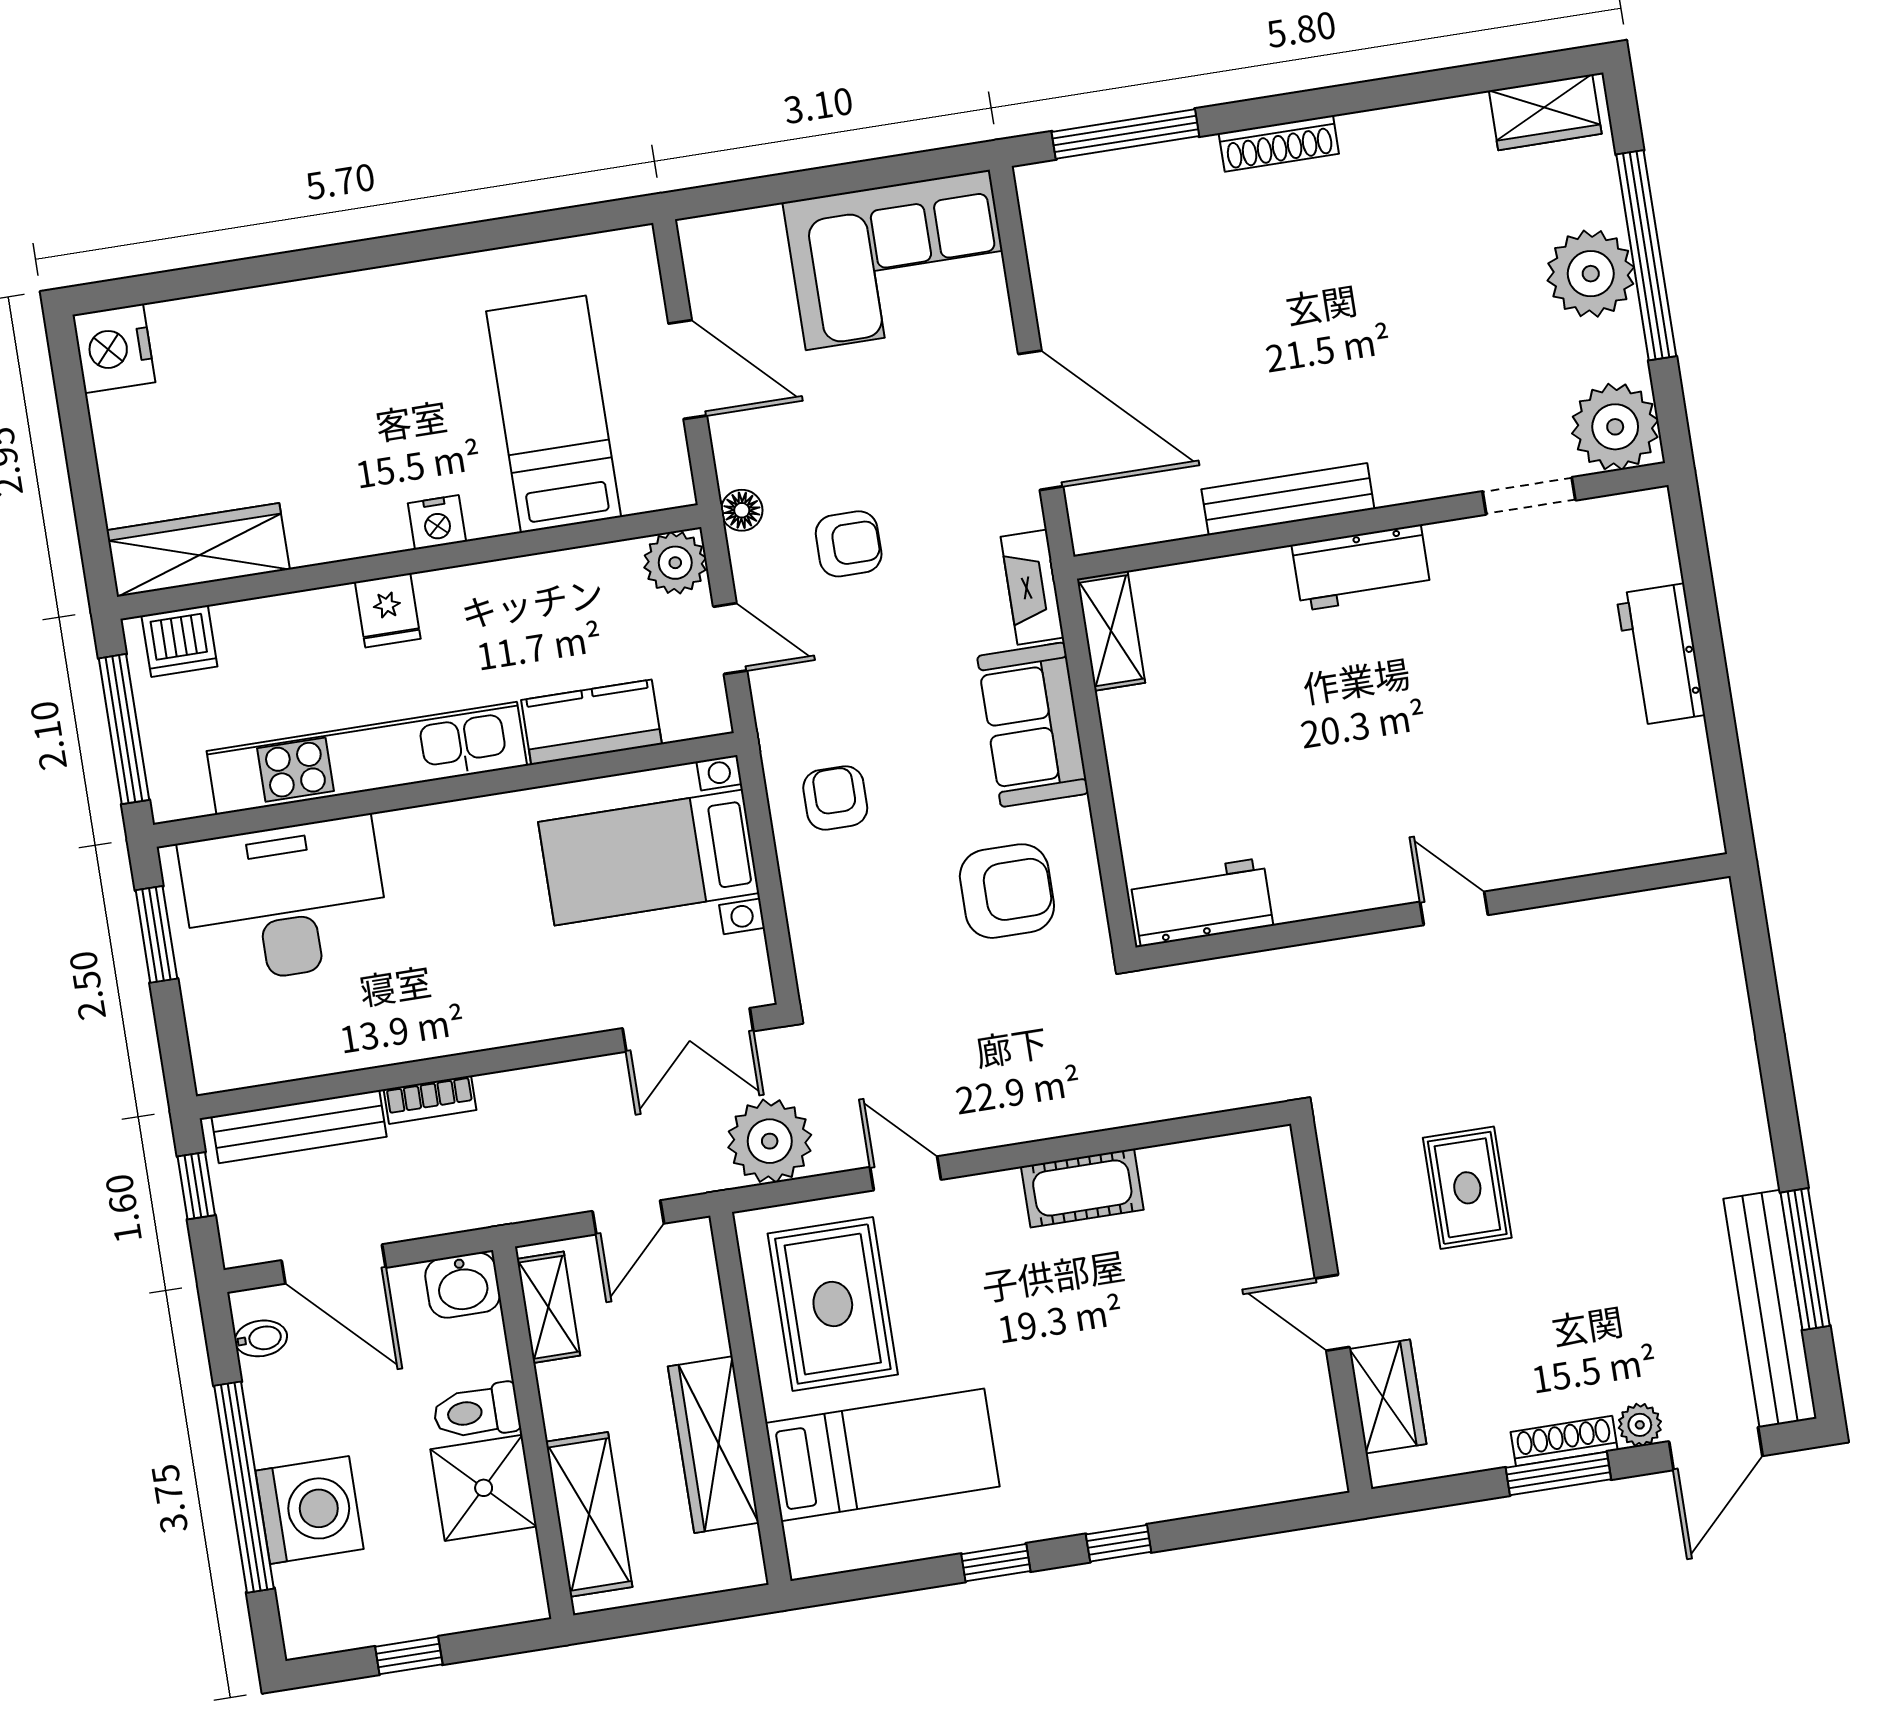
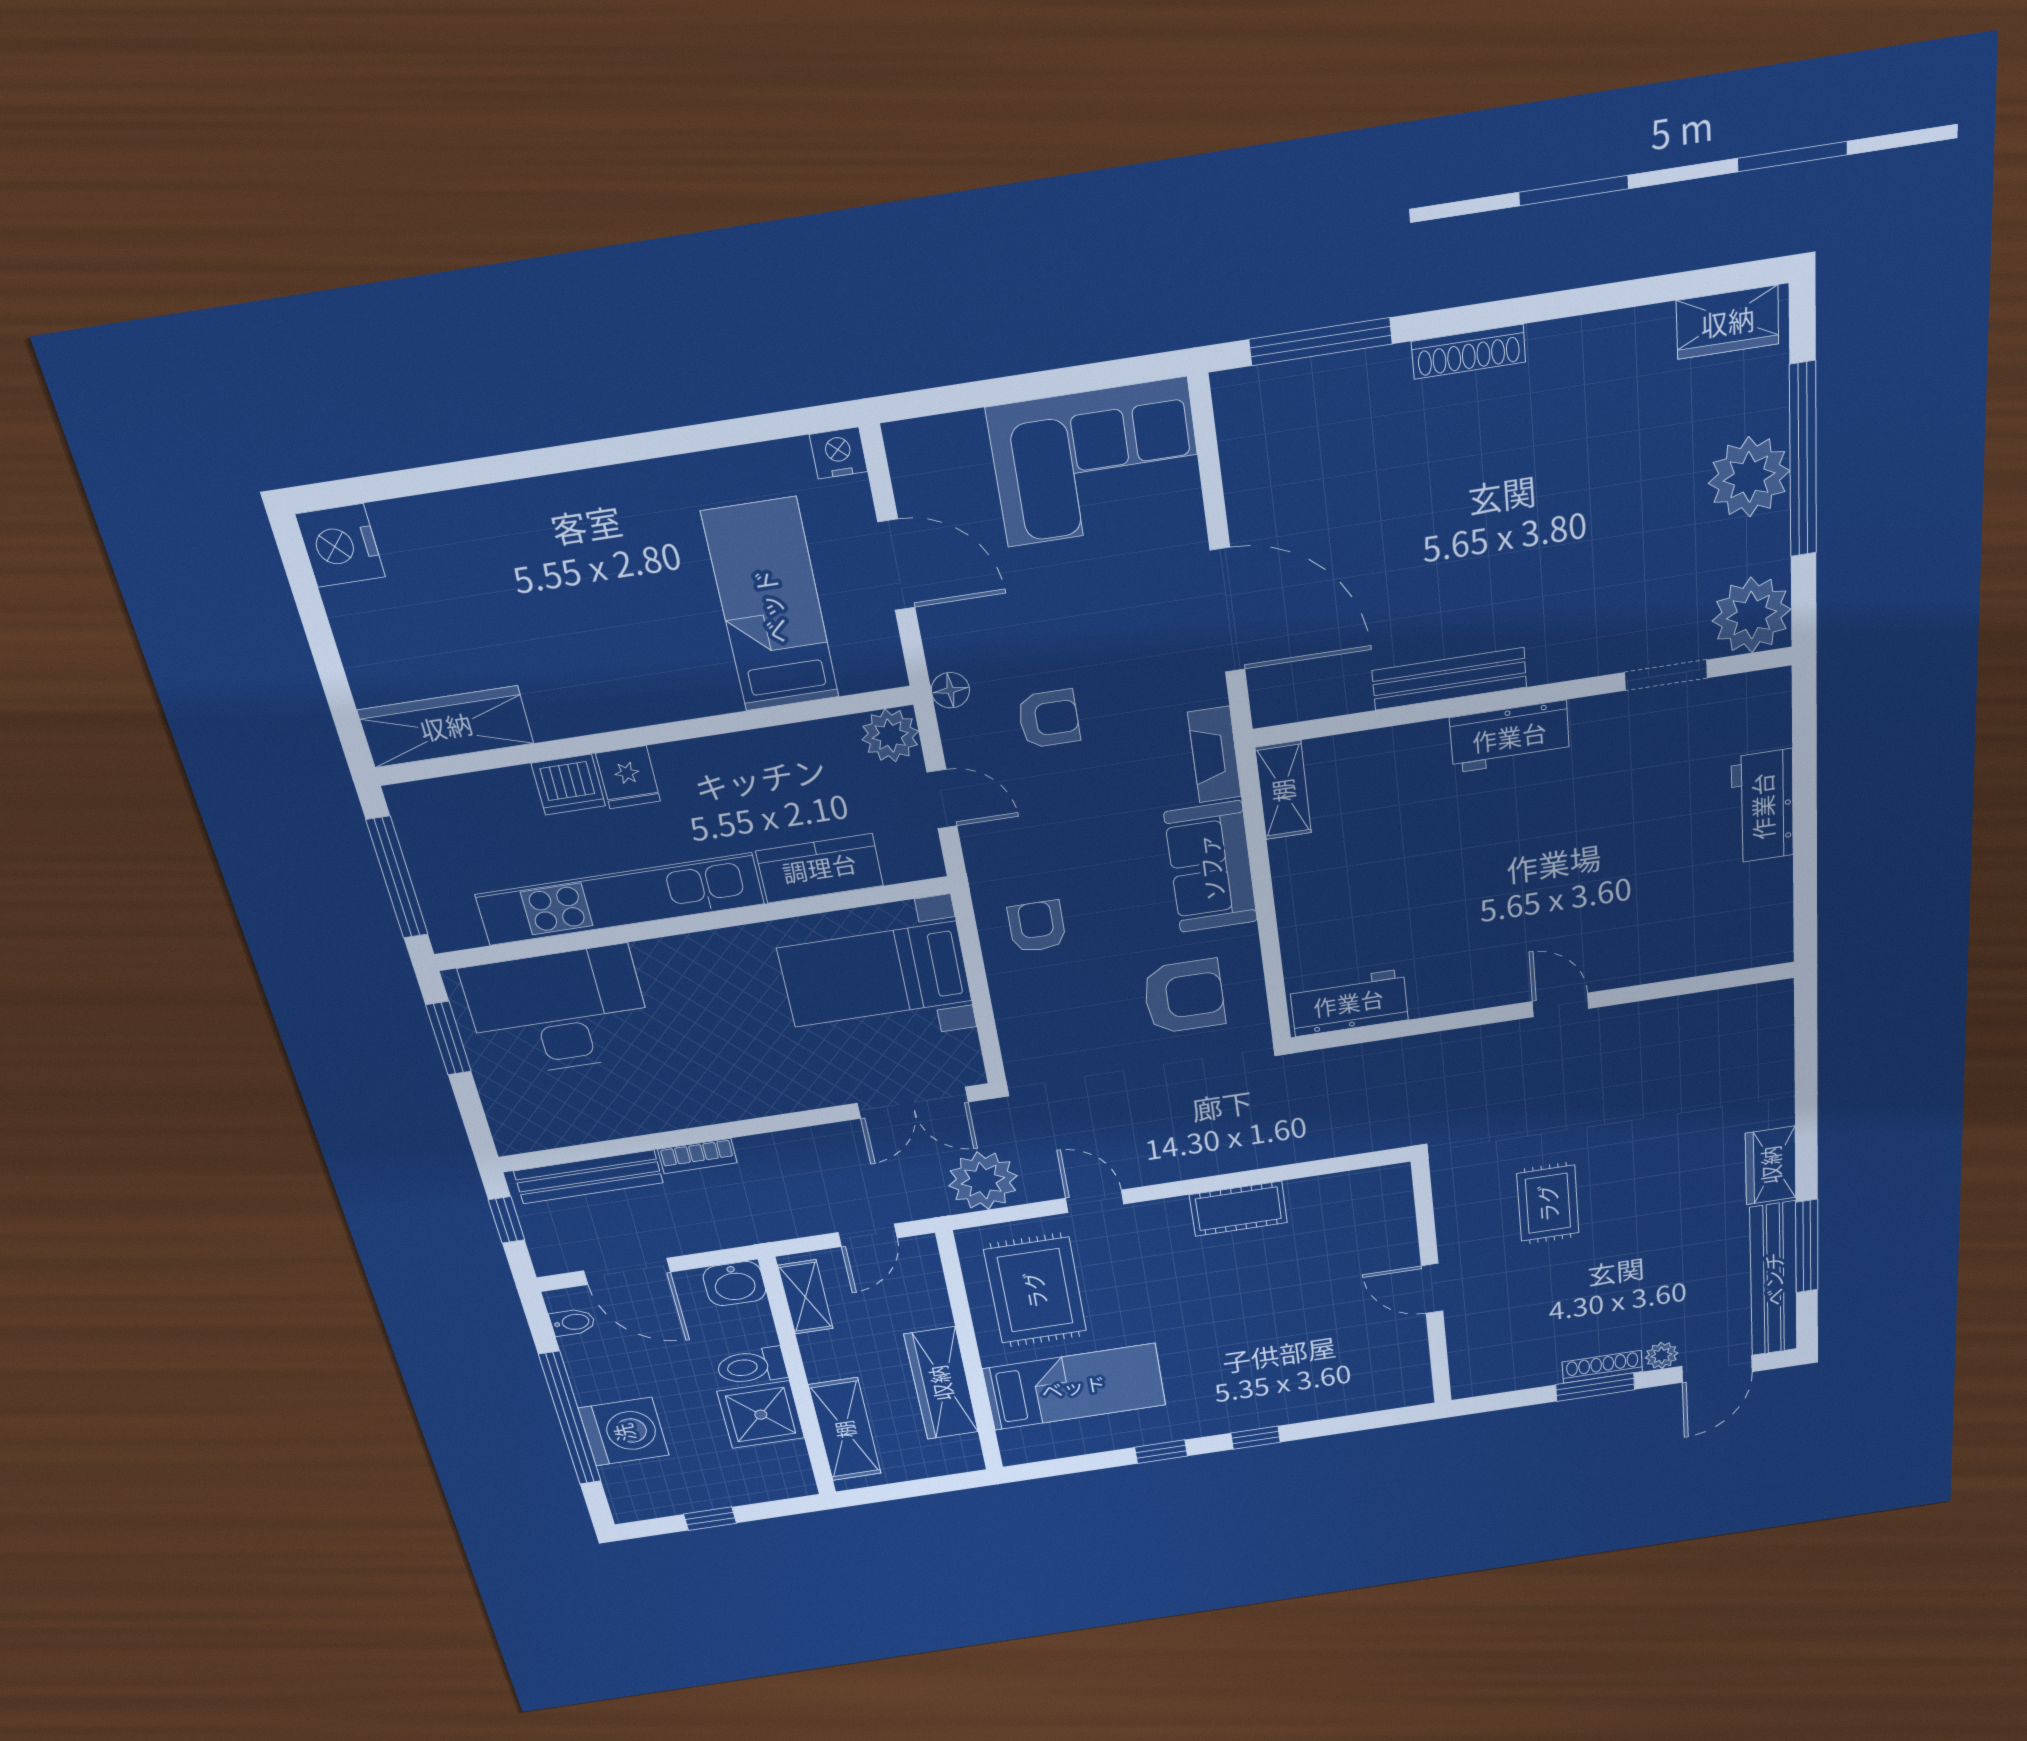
nightstand: (437, 522) -> (838, 453), moved, turned 180
dishwasher: (179, 641) -> (568, 785), moved
wardrobe: (1388, 1397) -> (1771, 1165), moved, turned 180

